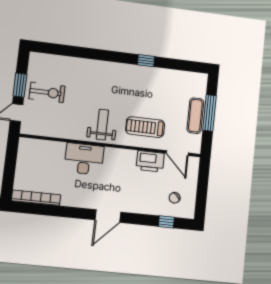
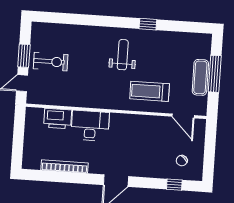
weight bench: (102, 125) -> (123, 55), moved
printer: (150, 161) -> (58, 119), moved
bookcase: (36, 198) -> (65, 166), moved

